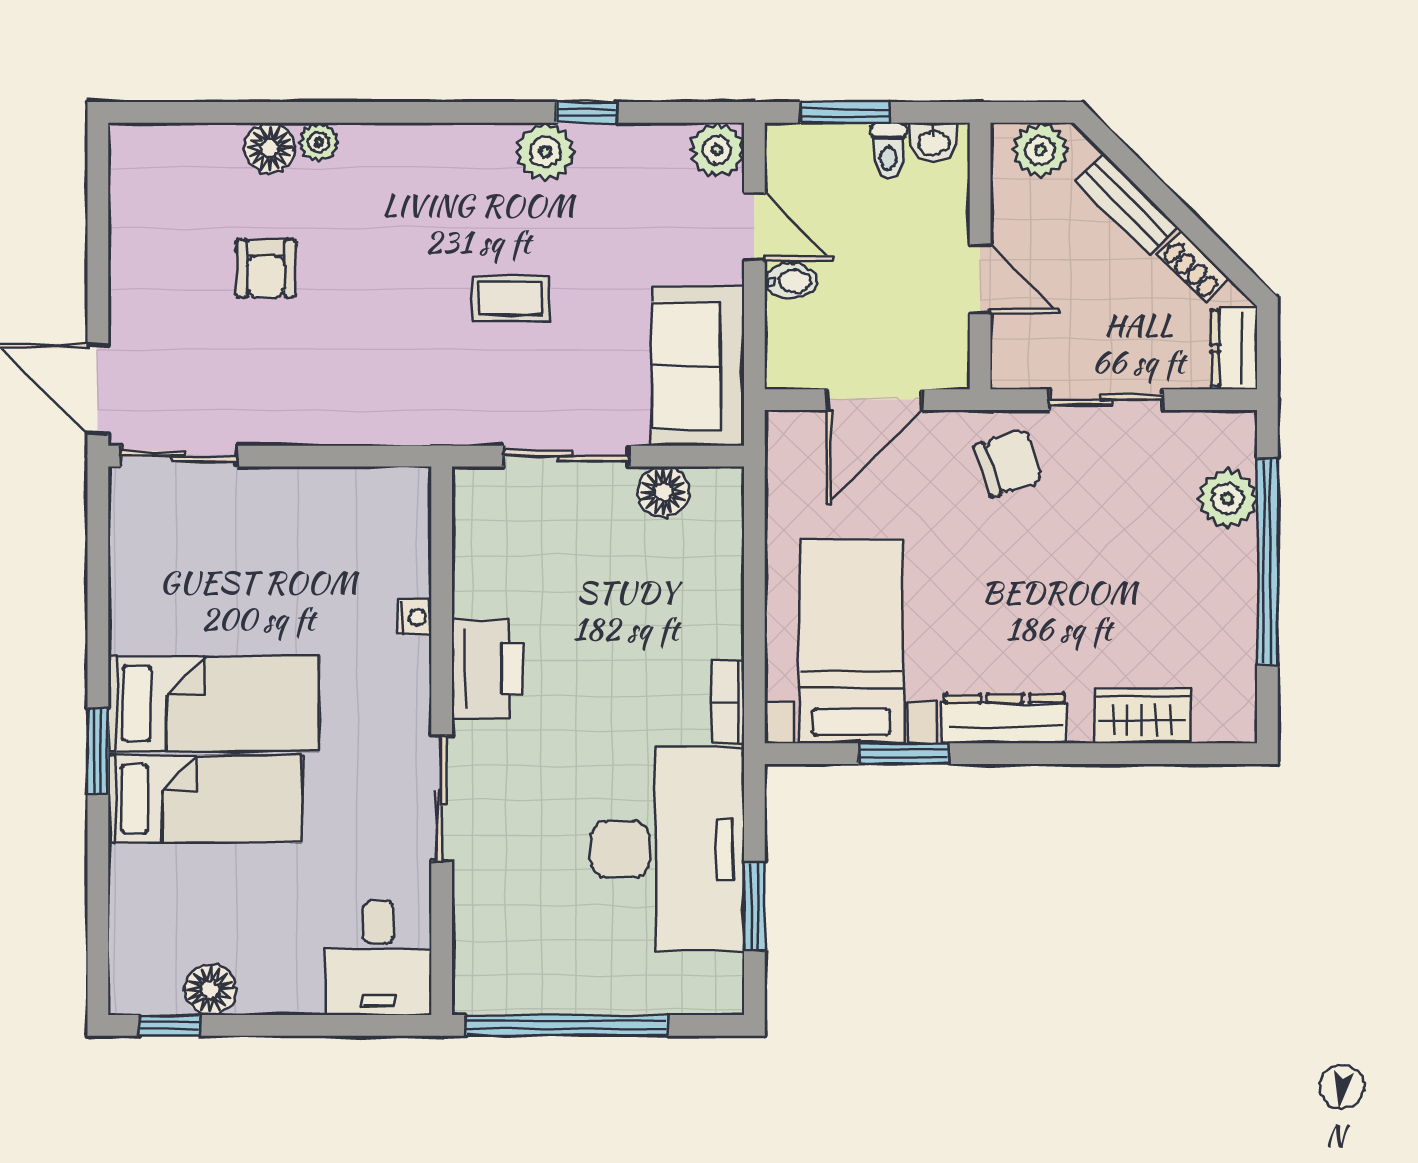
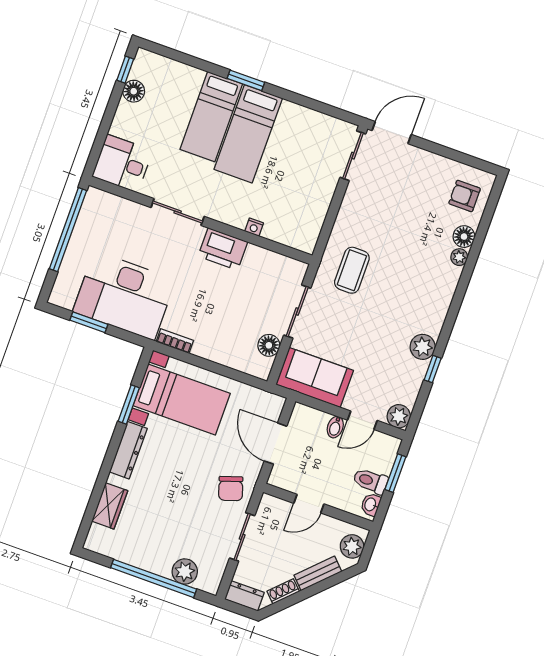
toilet: (888, 151) -> (370, 481), width x1.37, depth x1.39
armchair: (266, 268) -> (465, 196), moved
coffee table: (511, 298) -> (352, 270), moved, width x1.36, depth x1.30

